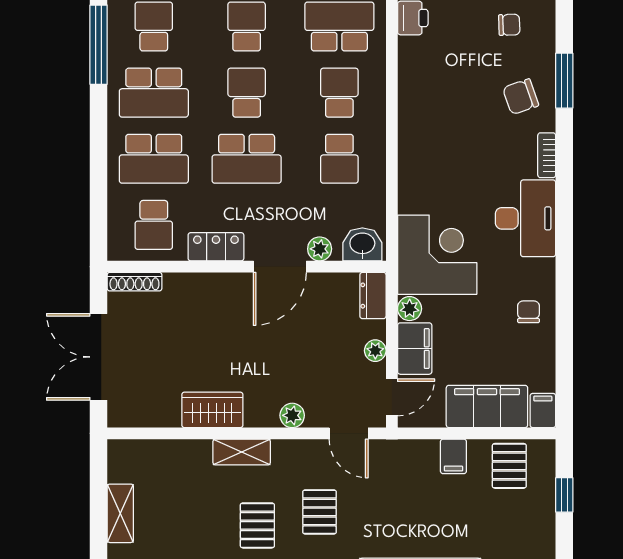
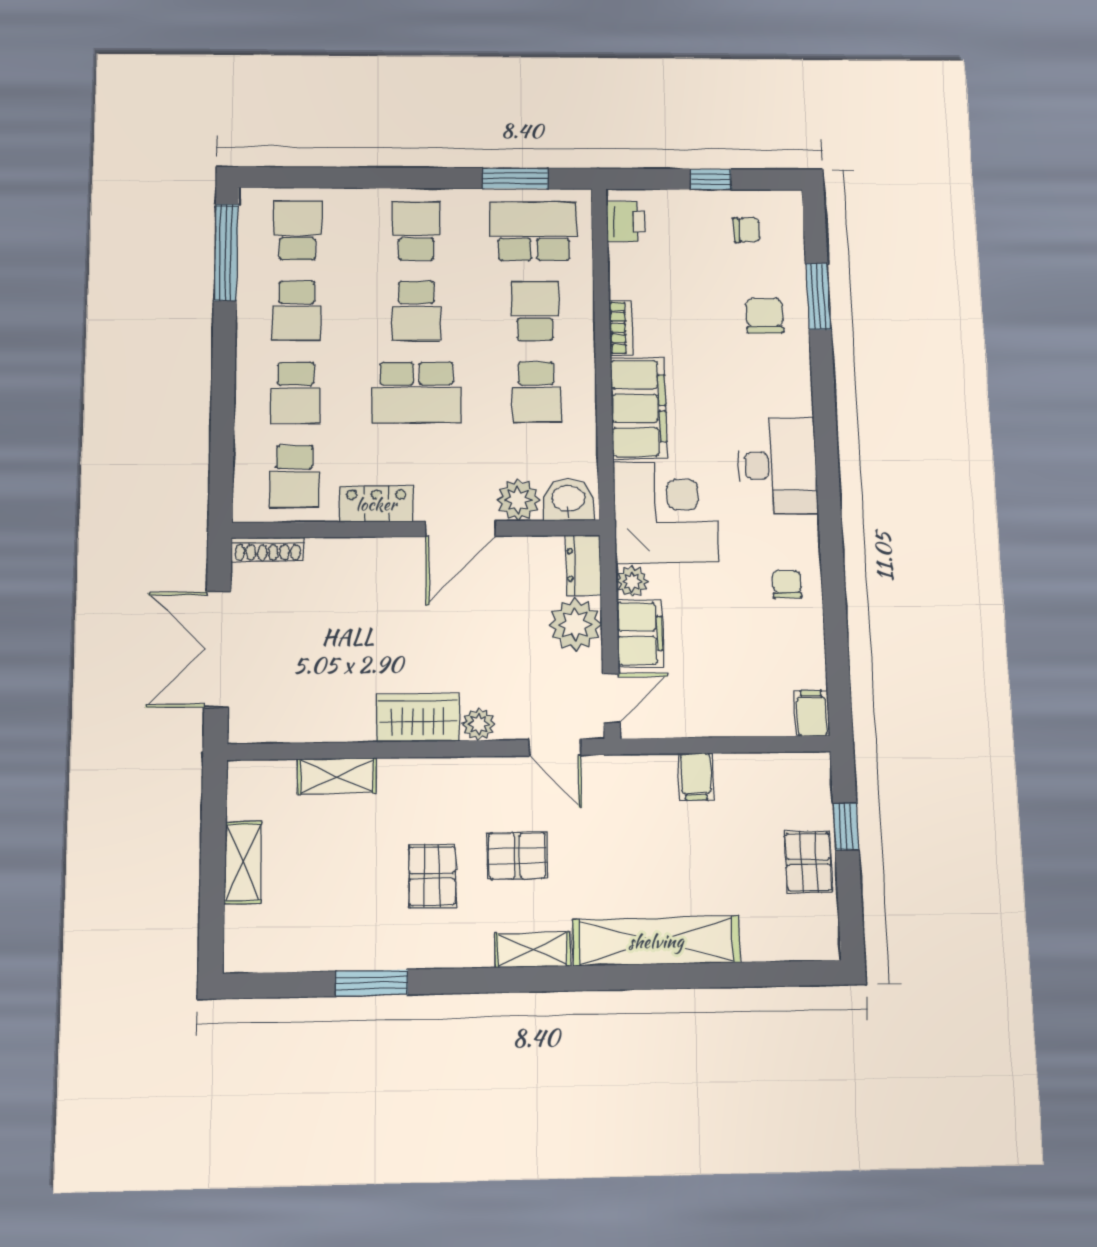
school desk: (154, 93) -> (297, 311), width x0.54
school desk: (247, 93) -> (416, 311), turned 180
chair: (521, 97) -> (765, 316), turned 109
bookcase: (547, 155) -> (621, 328), moved, turned 180
school desk: (154, 159) -> (296, 393), width x0.54
plant: (320, 249) -> (518, 500), width x1.38, depth x1.38
plant: (375, 351) -> (575, 625), width x1.87, depth x1.87
filing cabinet: (487, 406) -> (639, 408), moved, turned 90
wardrobe: (212, 410) -> (418, 718), moved
shelving: (242, 452) -> (337, 776), moved
pallet: (509, 466) -> (808, 862), moved
pallet: (320, 512) -> (517, 856), turned 90

